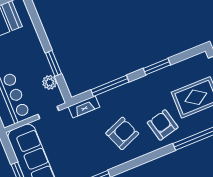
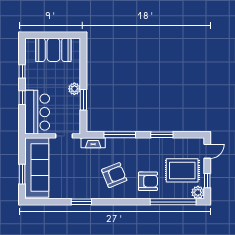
plant: (50, 82) -> (74, 89), moved
armchair: (163, 125) -> (148, 181), turned 104

